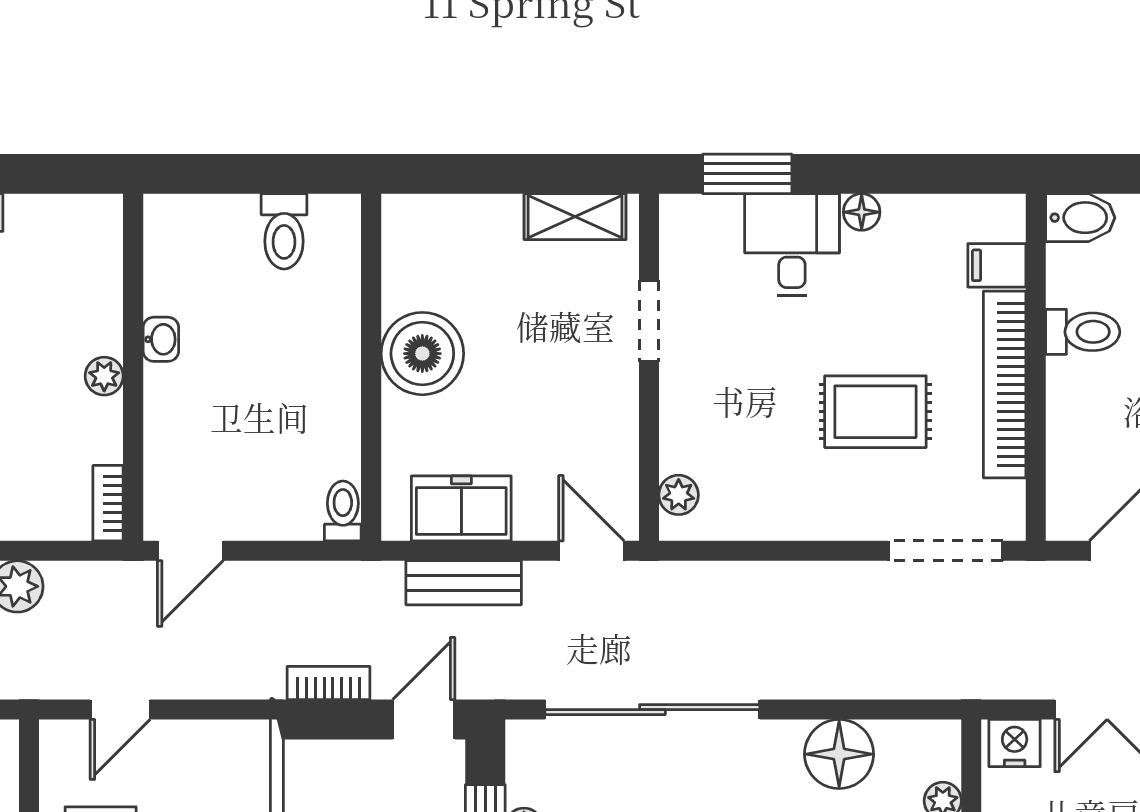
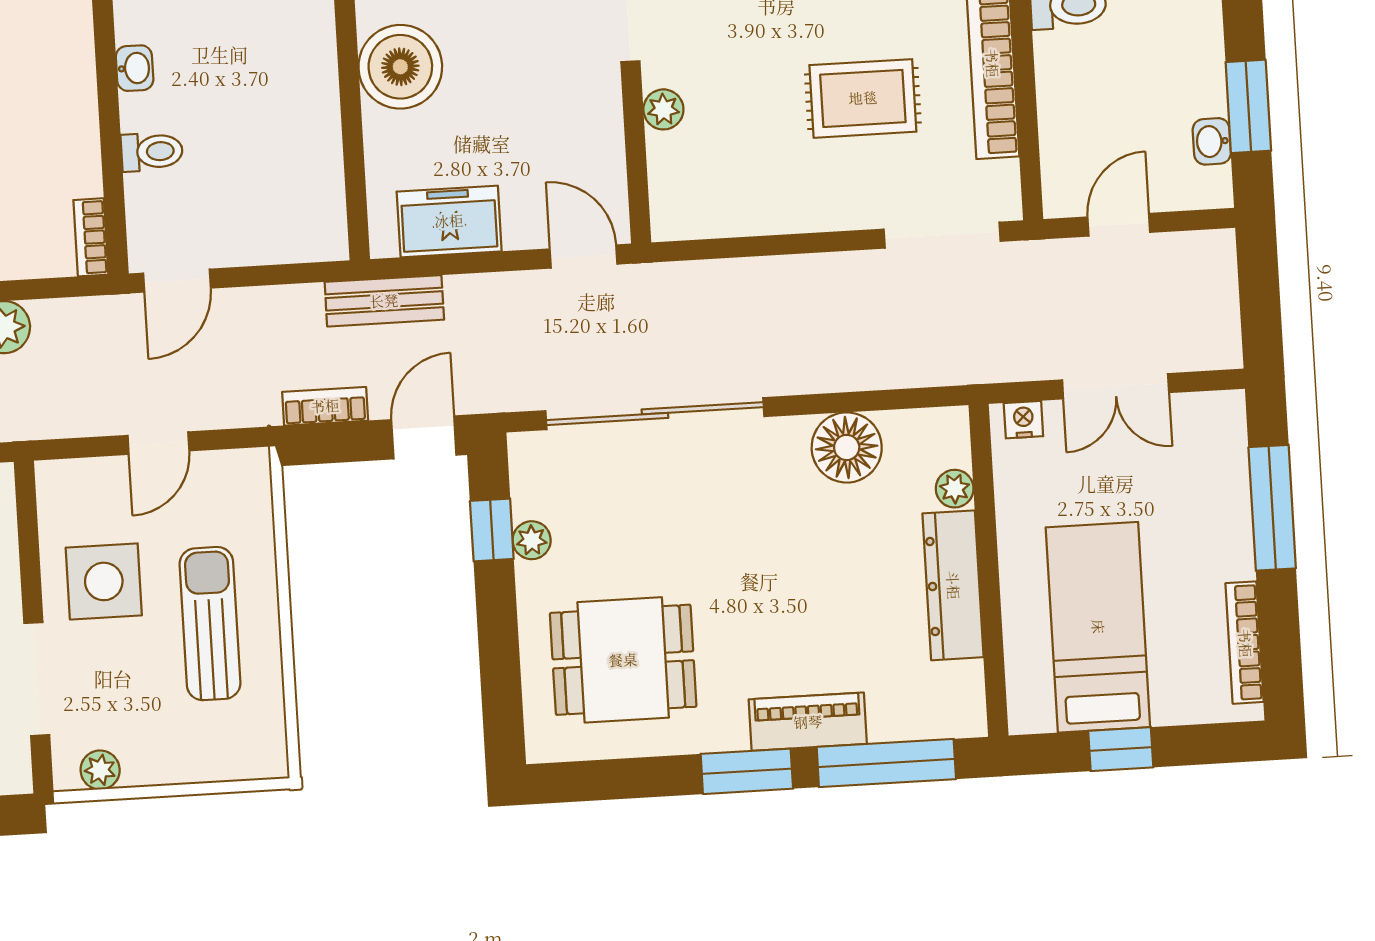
plant: (104, 376) -> (79, 109), removed
plant: (679, 495) -> (663, 109), moved
toilet: (343, 511) -> (152, 152), moved, turned 90
bench: (464, 583) -> (384, 301), moved
door: (120, 710) -> (158, 443), moved
nightstand: (1015, 743) -> (1023, 420), width x0.72, depth x0.74

